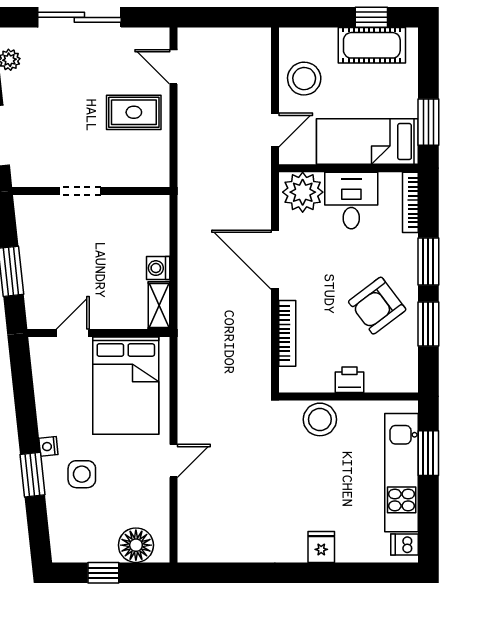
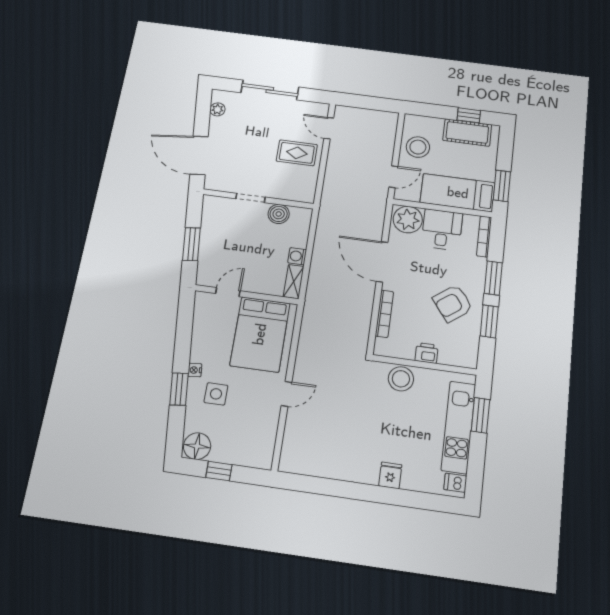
boiler: (123, 209) -> (279, 214), added
floor lamp: (136, 545) -> (197, 446), moved

